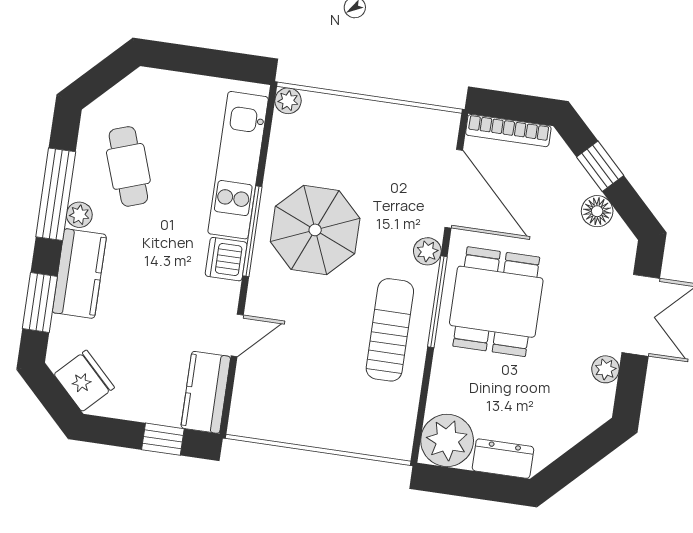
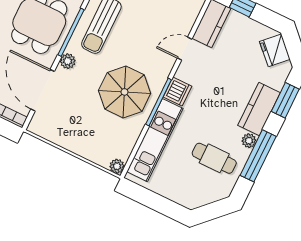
cafe table: (128, 166) -> (214, 158), turned -71

